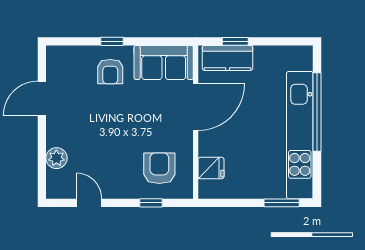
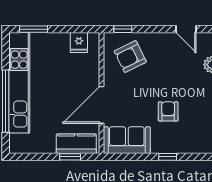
armchair: (110, 72) -> (168, 111), moved
armchair: (159, 168) -> (130, 57), turned 64
fridge: (211, 168) -> (79, 43), moved, turned -90
window: (151, 203) -> (123, 29), moved

